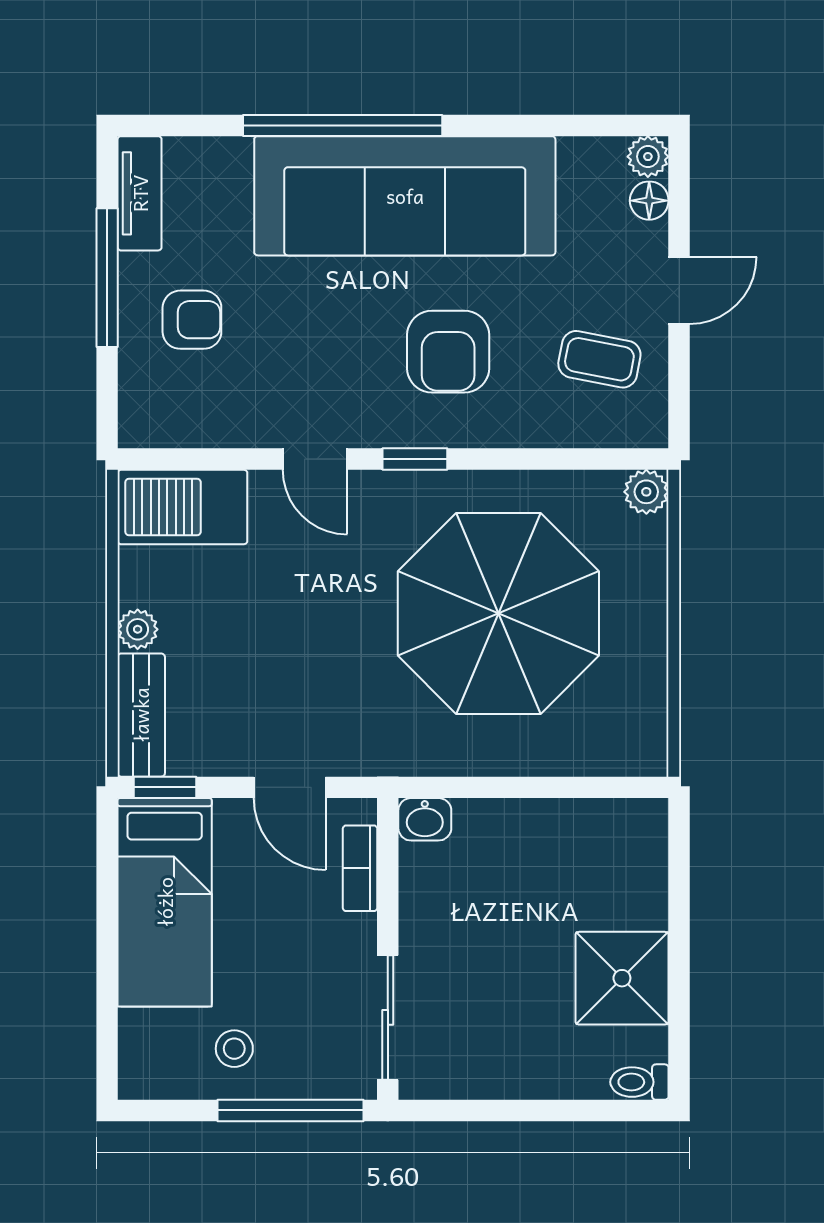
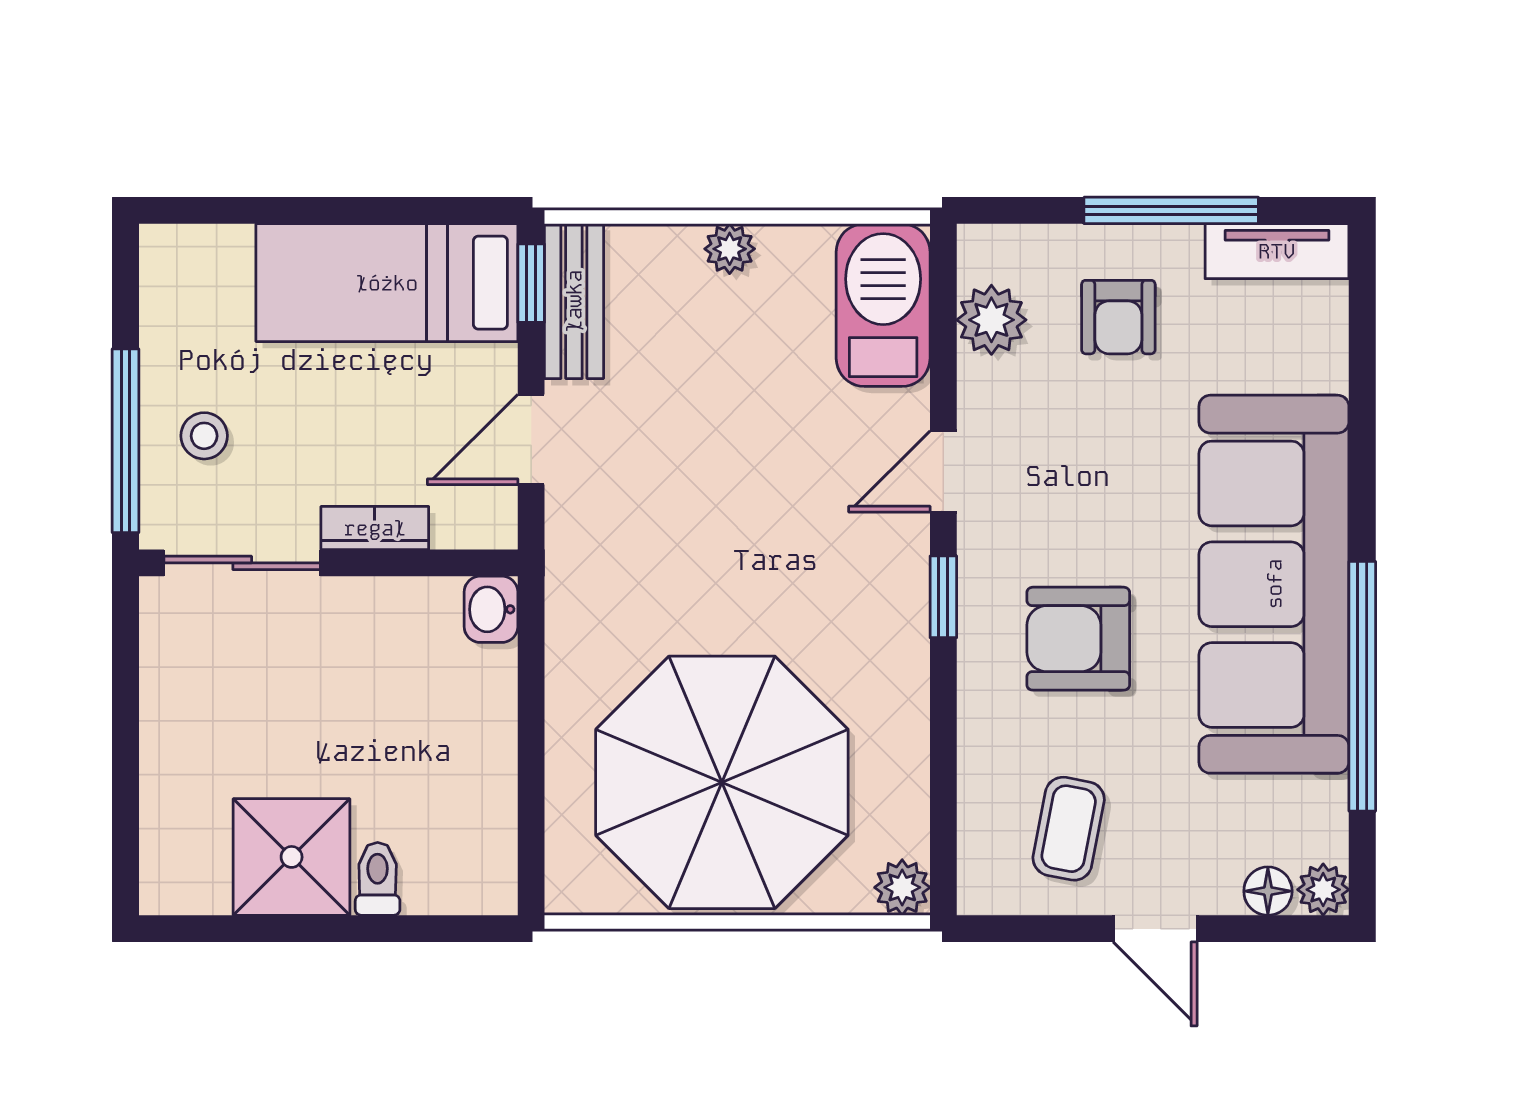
window: (343, 125) -> (1362, 686), moved
plant: (194, 421) -> (991, 320), added
parasol: (498, 613) -> (722, 782), moved
bench: (141, 715) -> (574, 301), moved, turned 90
bookcase: (360, 868) -> (375, 528), moved
stool: (234, 1049) -> (204, 436), moved
toilet: (639, 1082) -> (378, 879), moved

